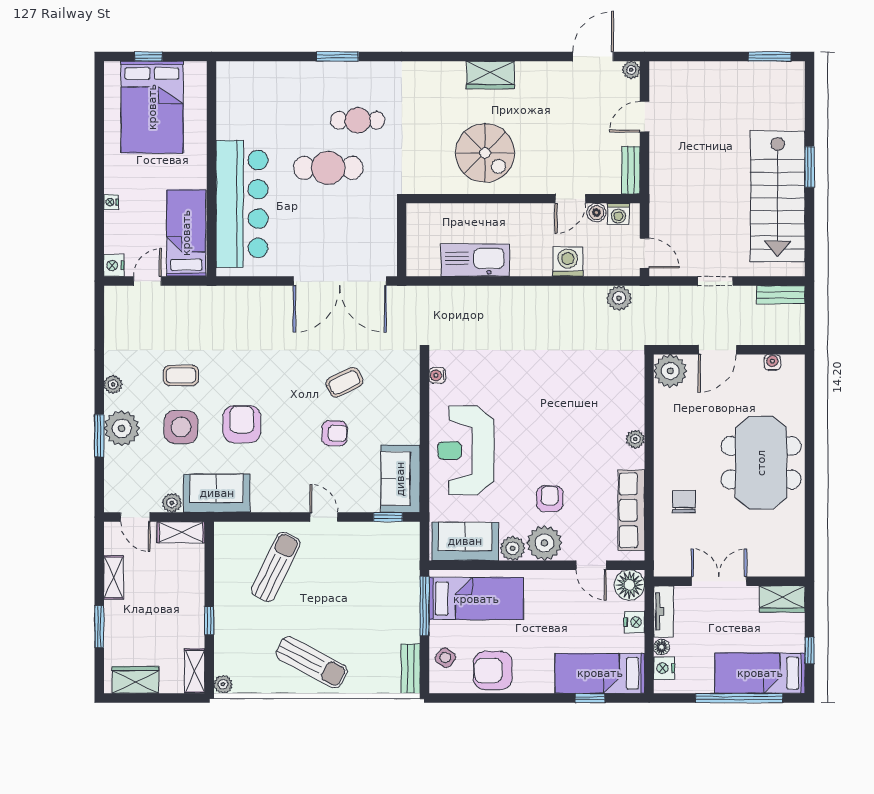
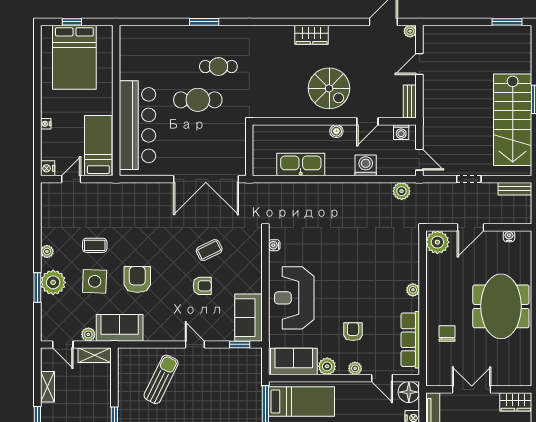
spiral stairs: (485, 153) -> (329, 88), moved
boiler: (596, 213) -> (336, 131), moved
plant: (544, 543) -> (355, 368), width x0.53, depth x0.53

